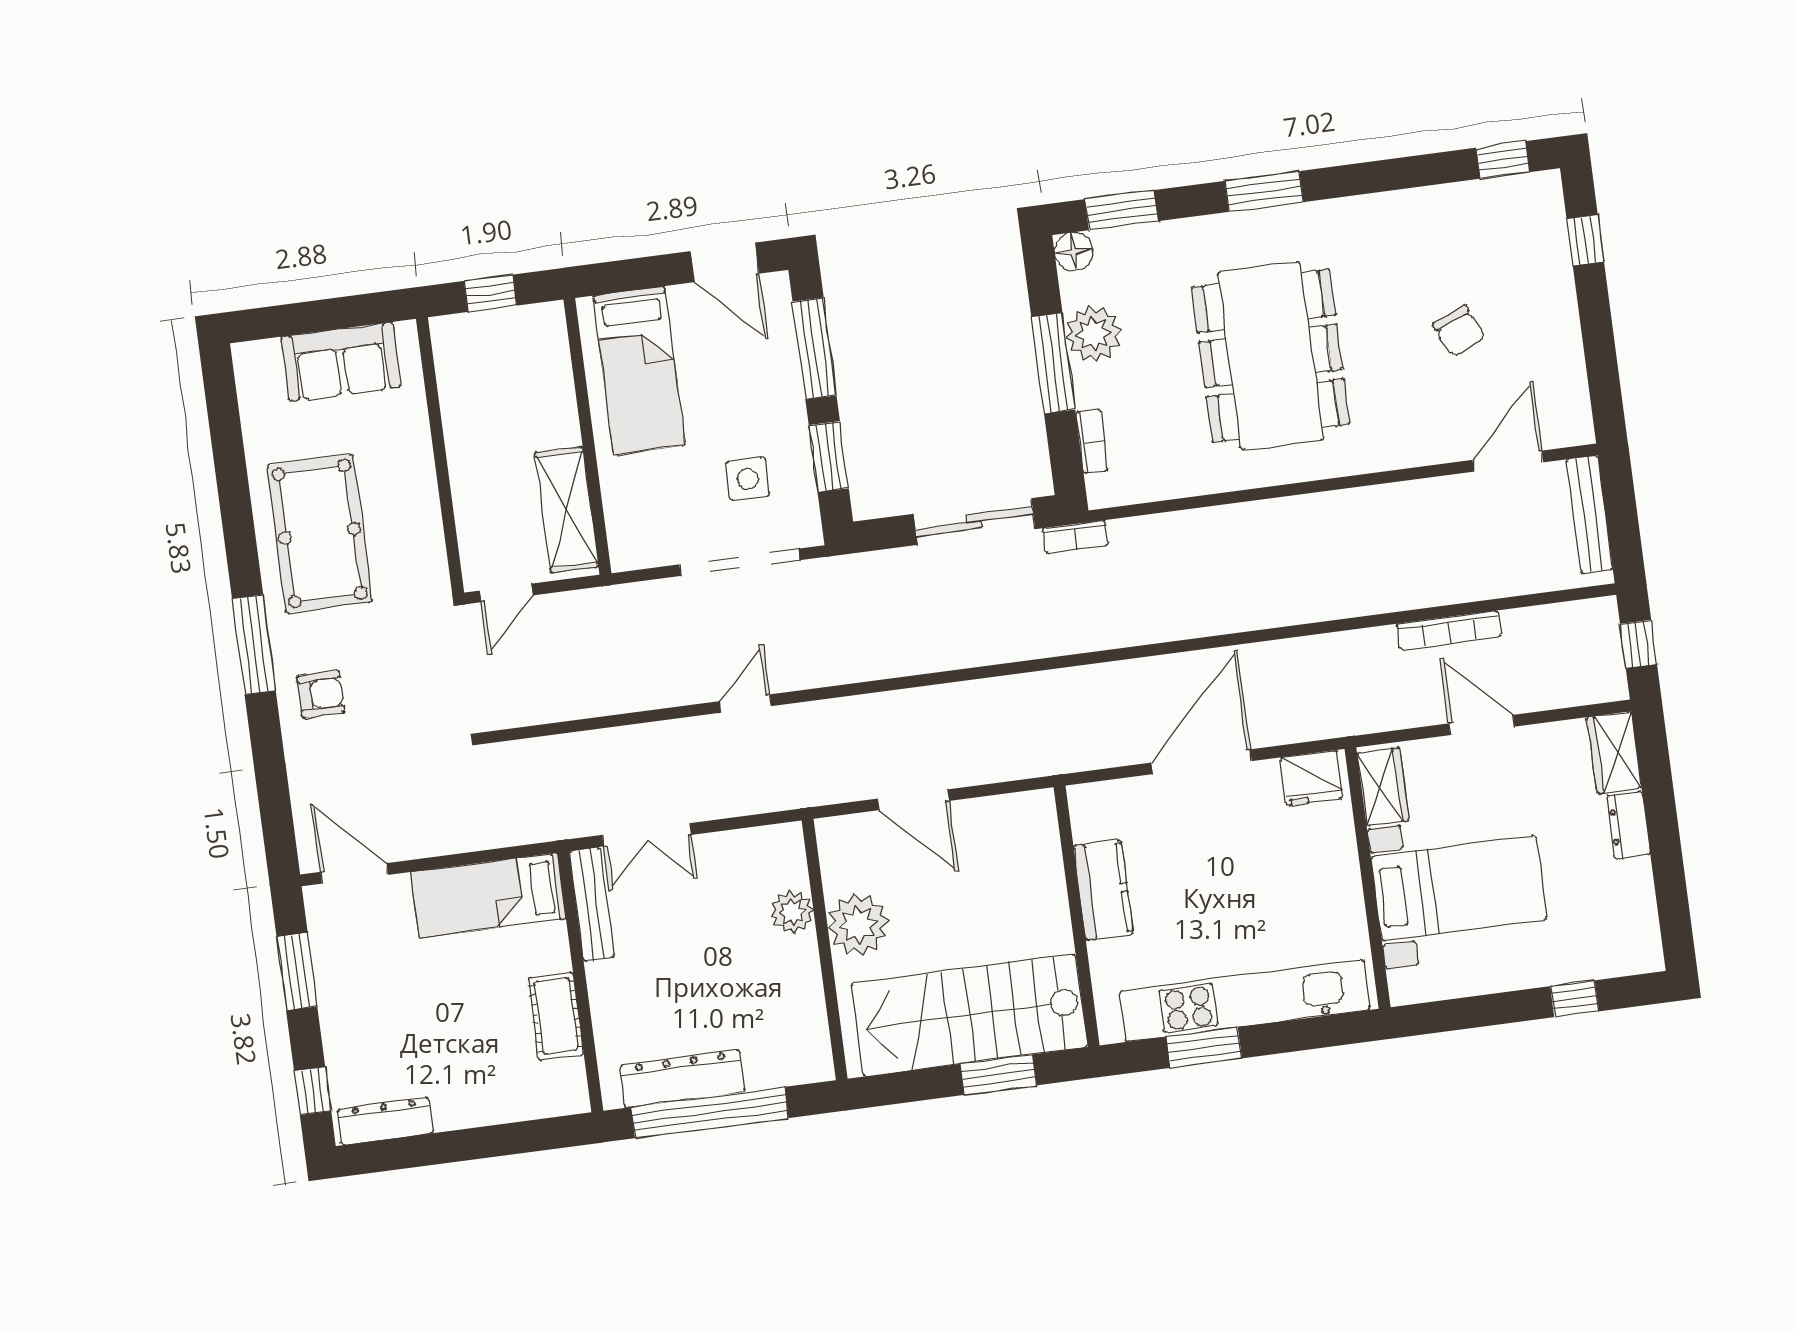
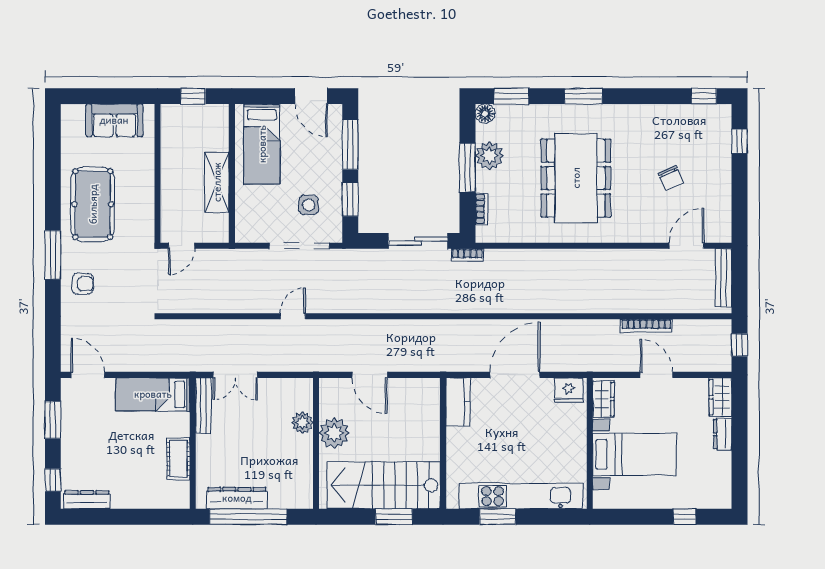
shelving: (567, 510) -> (217, 182), moved
kitchen counter: (1103, 890) -> (458, 402), moved

